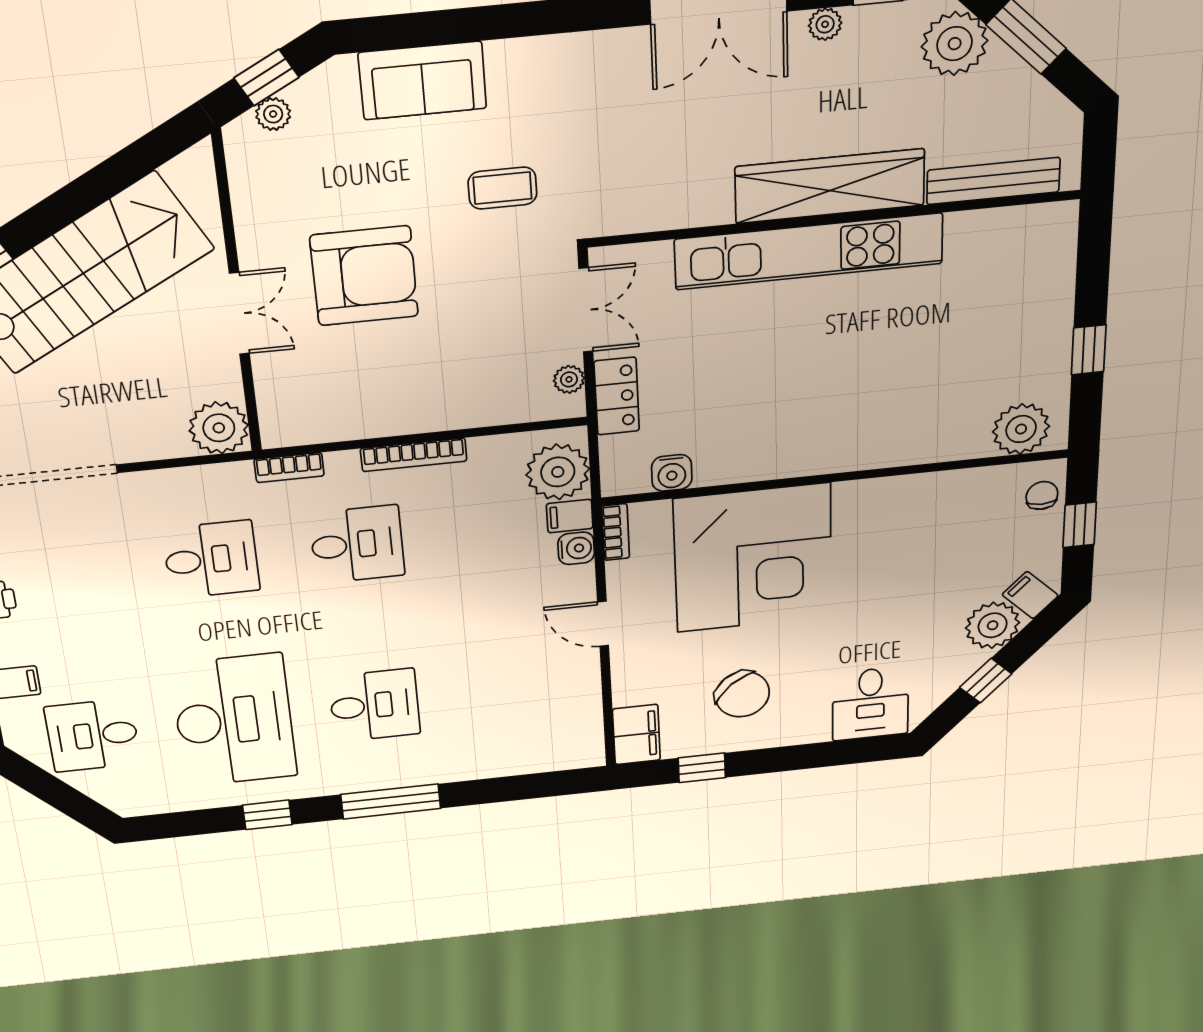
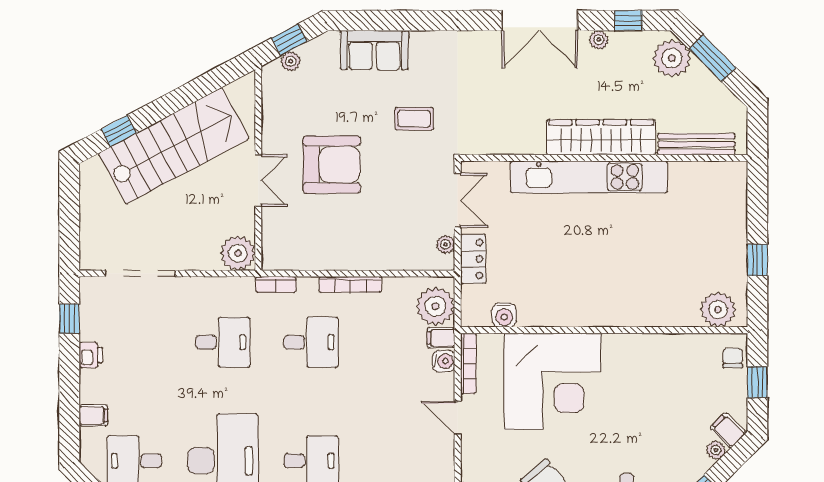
bookcase: (616, 532) -> (468, 363), width x1.56
plant: (993, 625) -> (716, 450), width x0.53, depth x0.53

